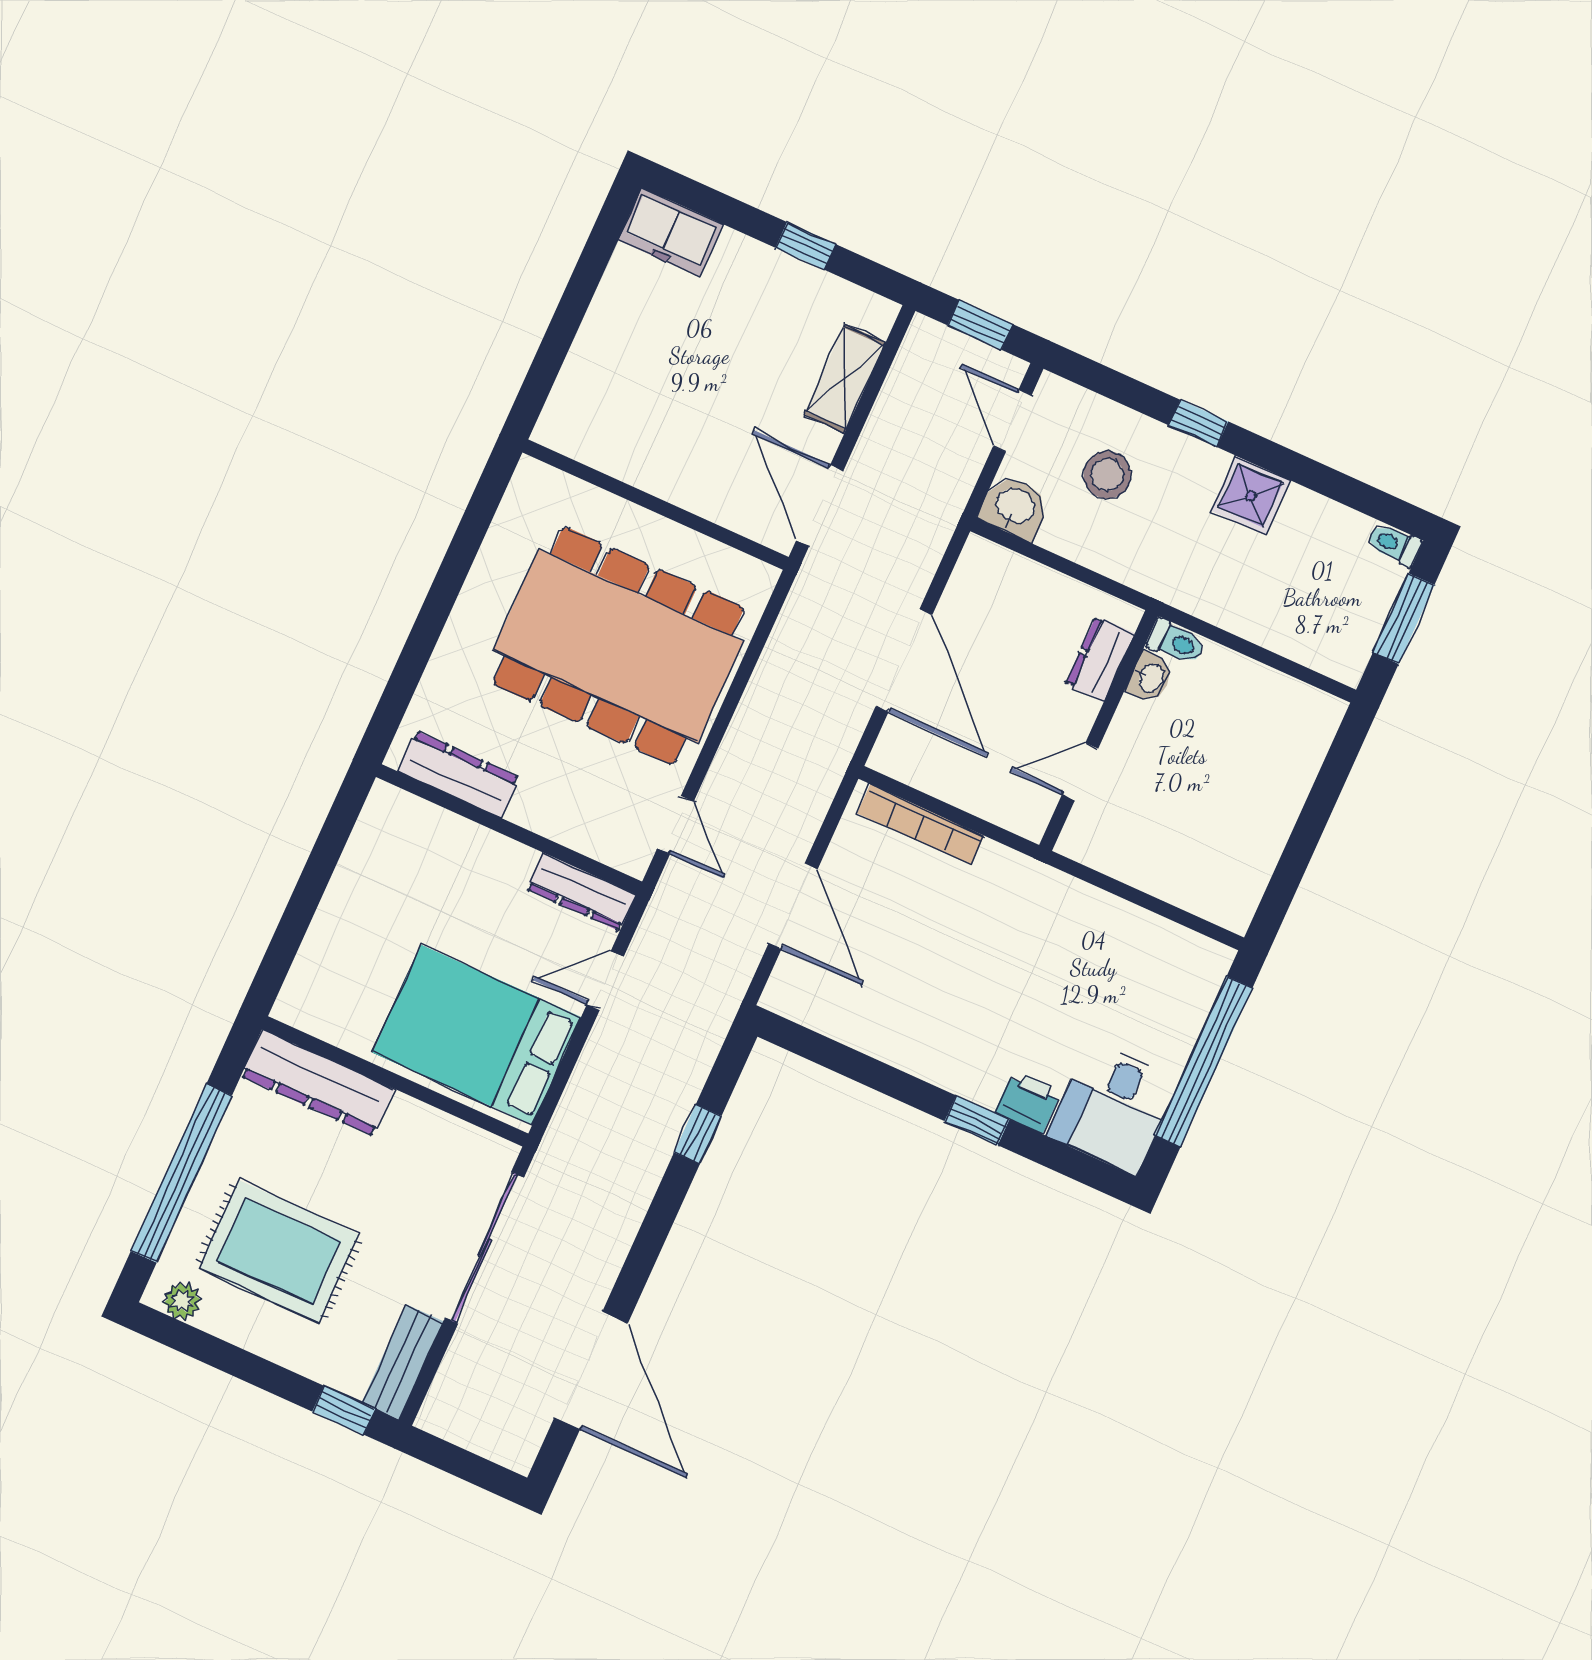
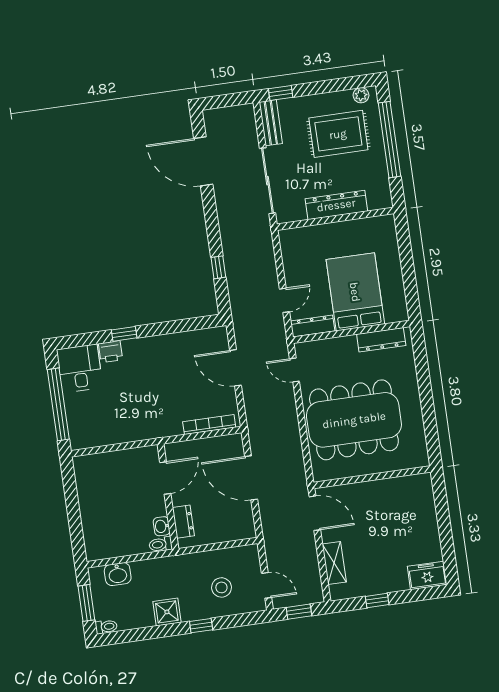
washbasin: (1015, 507) -> (118, 574), moved
door: (1080, 772) -> (165, 478), width x1.38
bed: (477, 1035) -> (355, 292), moved, turned -90
dresser: (318, 1082) -> (336, 205), moved

